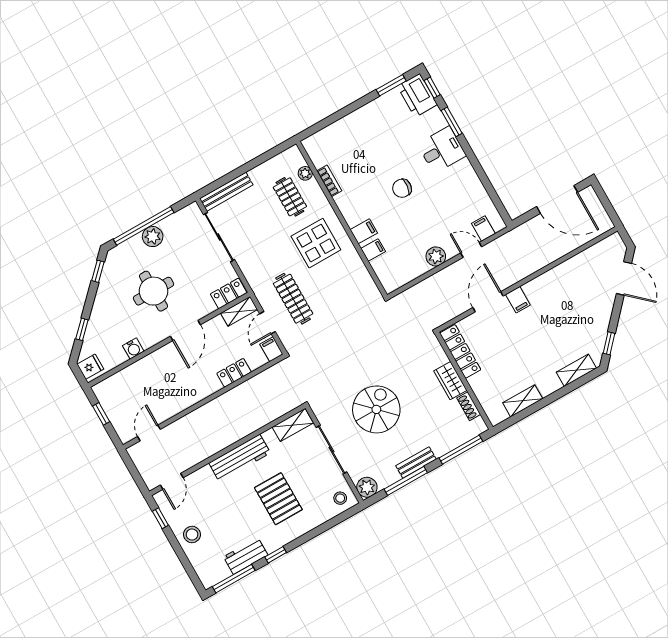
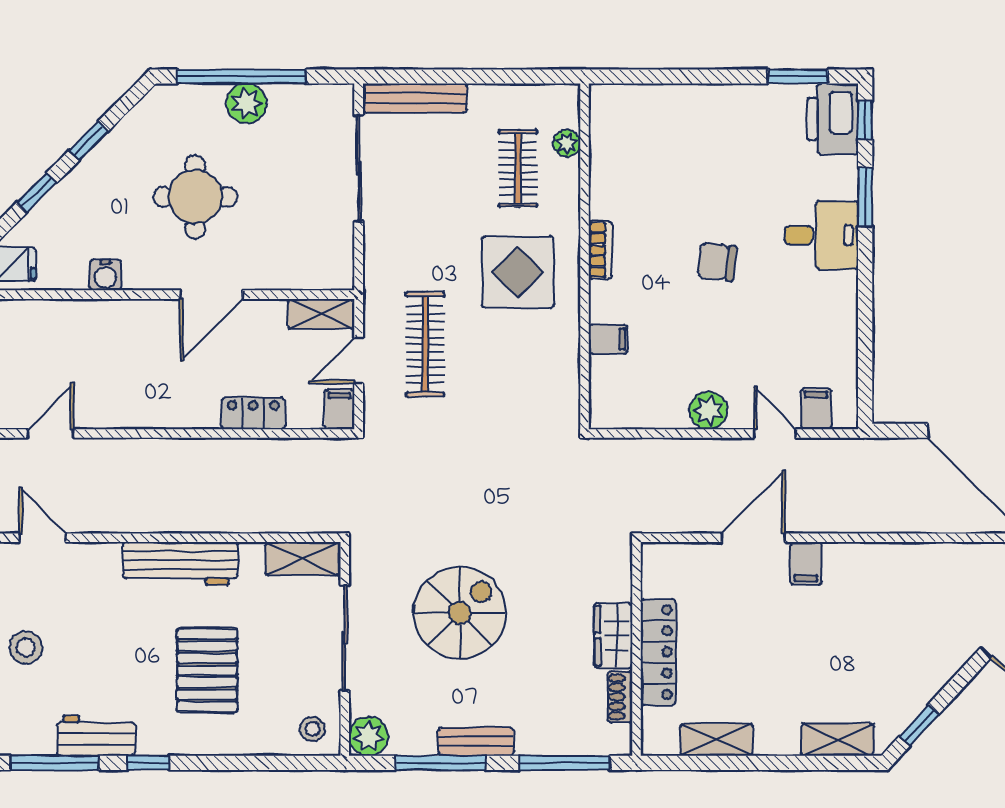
bookcase: (329, 181) -> (600, 250), moved
filing cabinet: (364, 231) -> (610, 298), removed
window: (98, 271) -> (89, 141), moved
locker: (229, 293) -> (321, 273), removed
locker: (460, 351) -> (658, 652), moved
door: (172, 481) -> (43, 538), swing flipped

